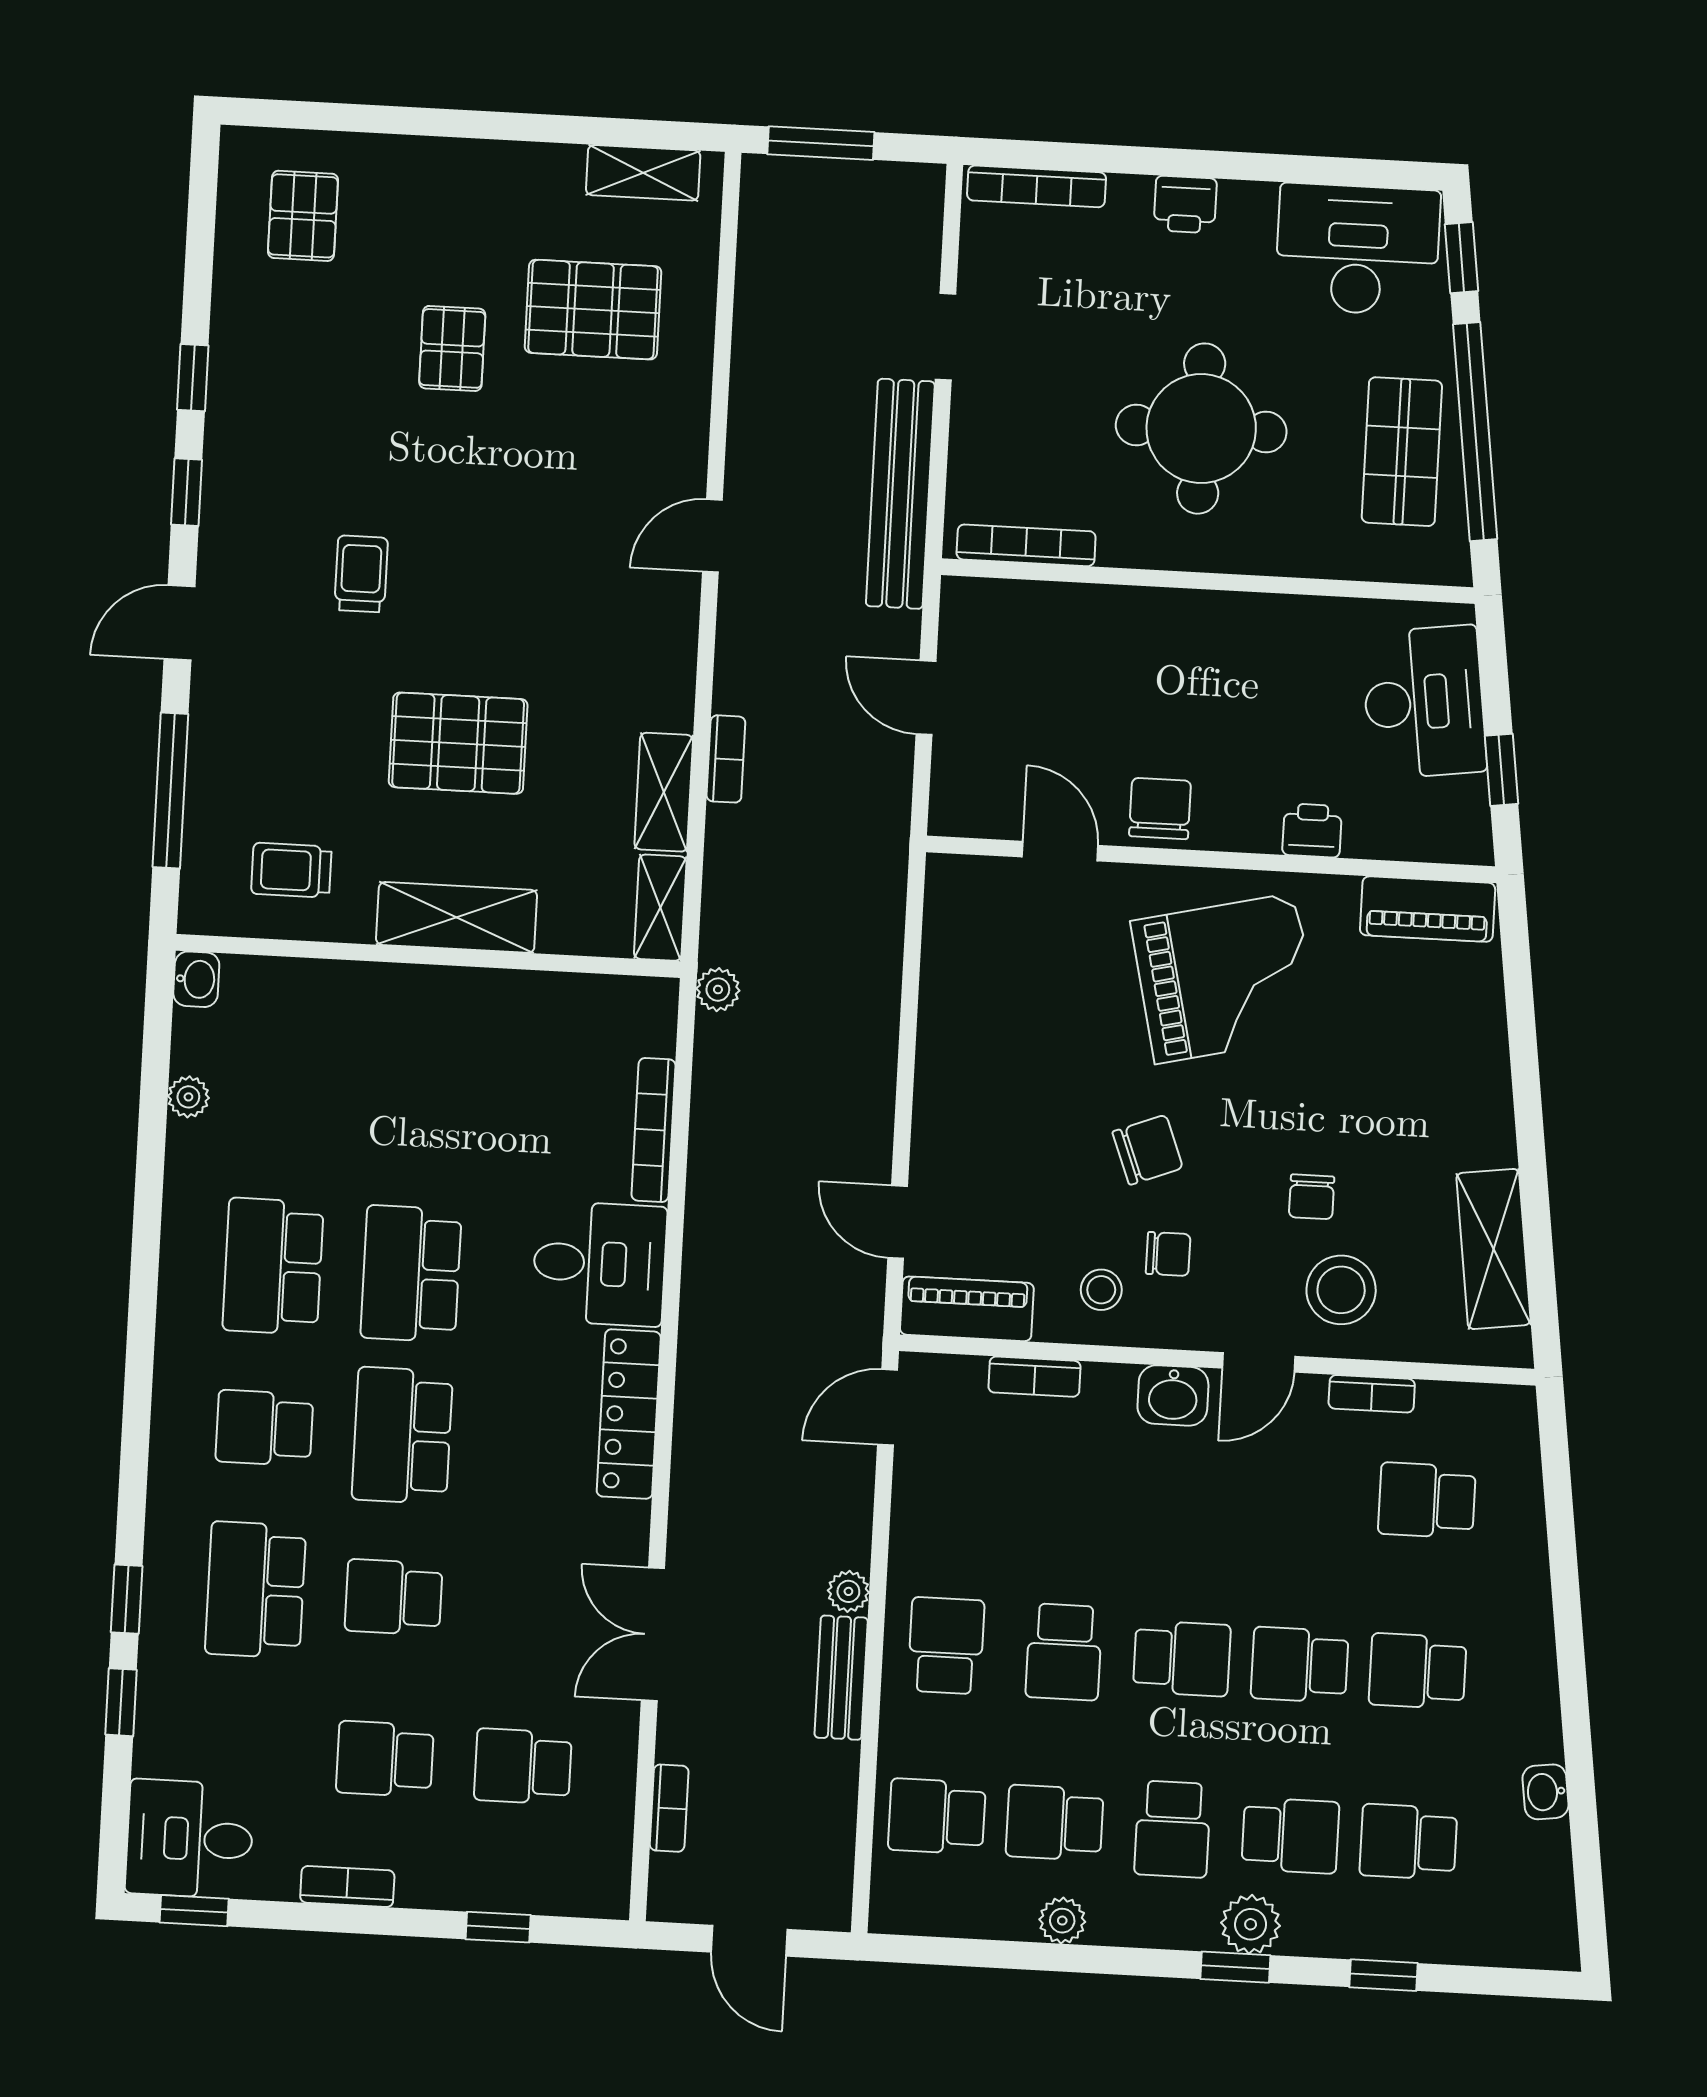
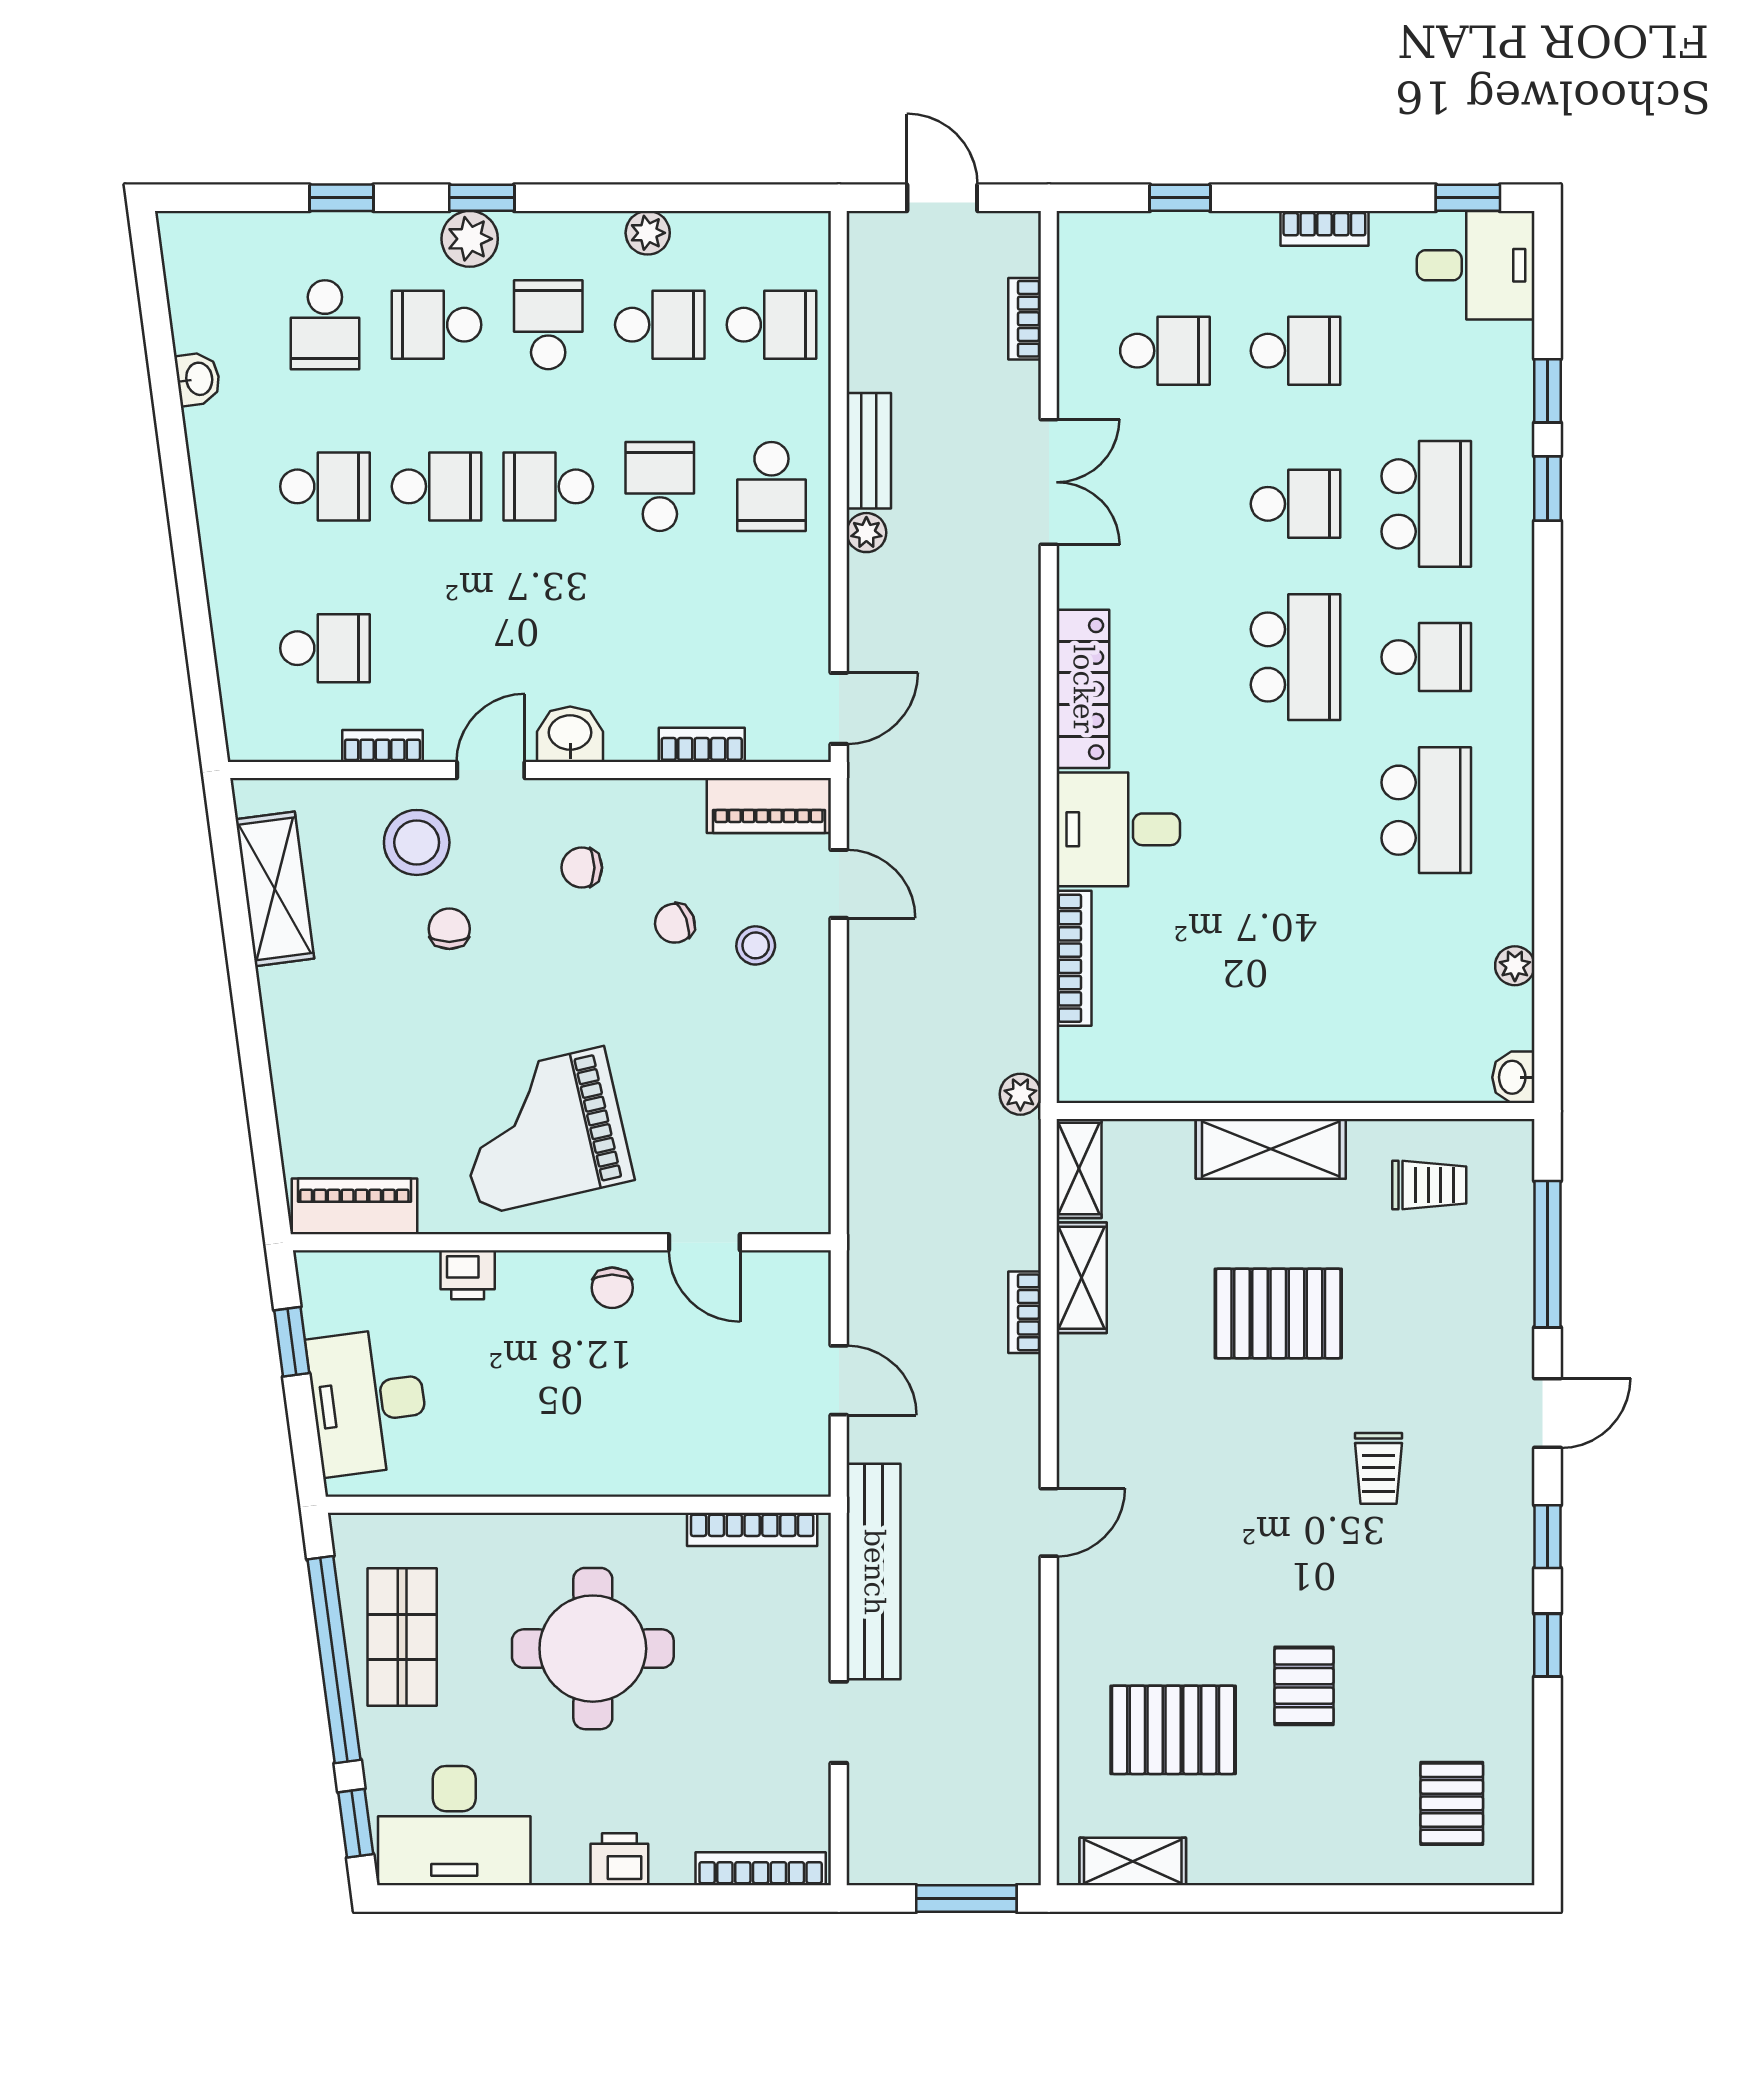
chair: (1160, 808) -> (612, 1288), width x0.73, depth x0.73
chair: (1148, 1150) -> (675, 923), moved, width x0.73, depth x0.73
school desk: (411, 1274) -> (1296, 810), removed
stool: (1101, 1290) -> (756, 945), moved
school desk: (1408, 1842) -> (325, 325), turned 90

